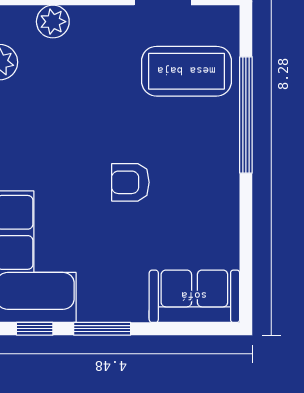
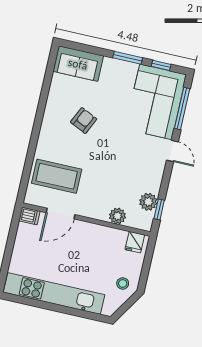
window: (246, 115) -> (32, 148), removed
armchair: (130, 182) -> (84, 121), moved, turned -65

